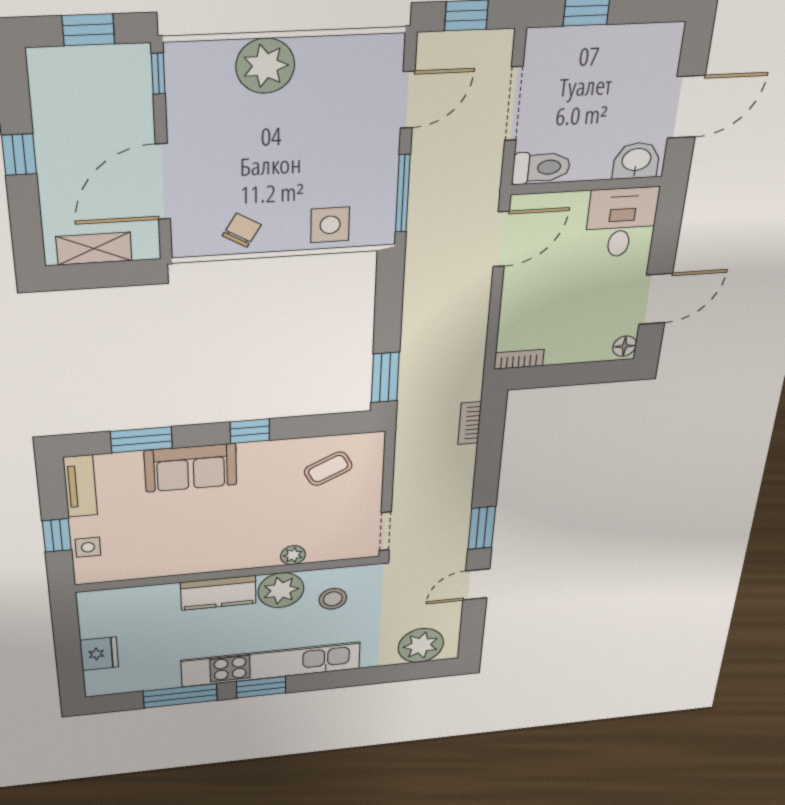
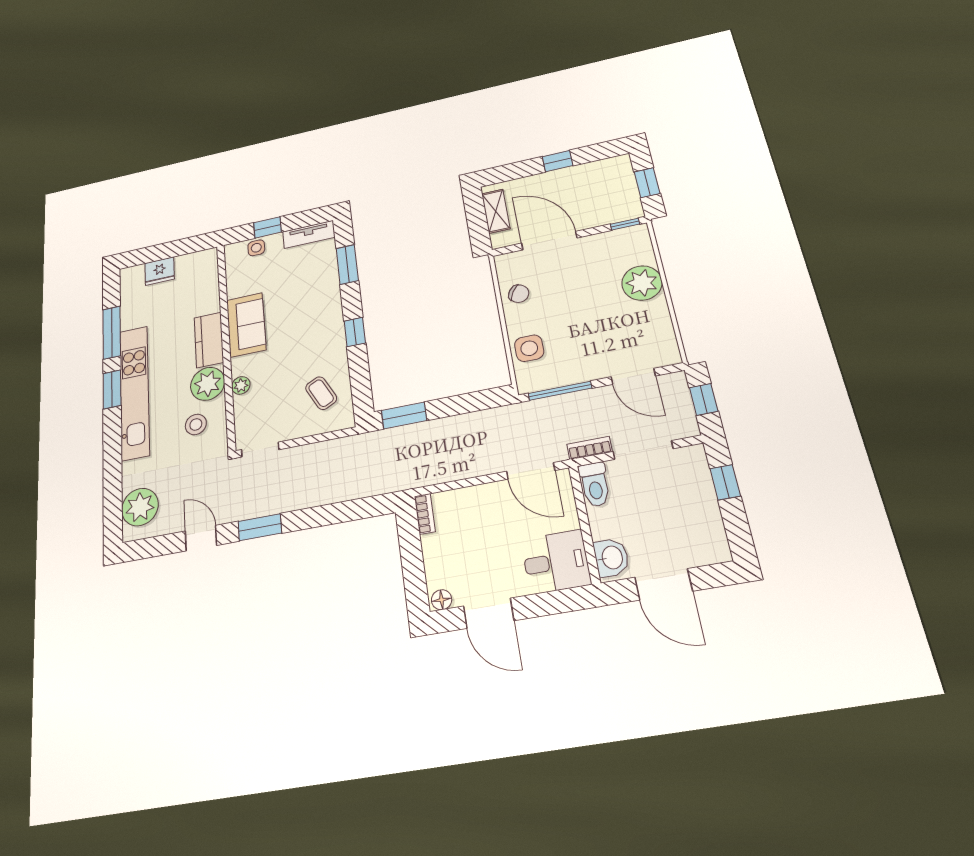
bookcase: (470, 423) -> (589, 448), moved
sofa: (191, 468) -> (246, 325), moved, turned 180

